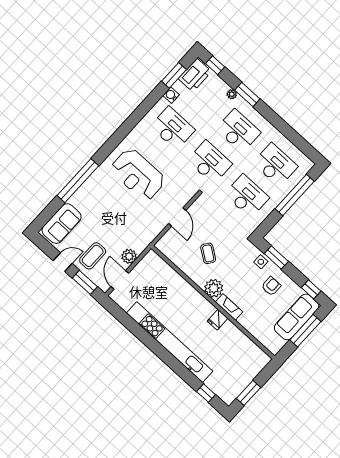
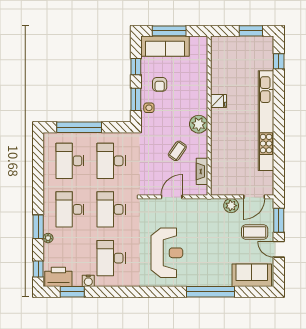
armchair: (271, 286) -> (160, 84), turned -90
window: (311, 289) -> (136, 67), moved
fireplace: (229, 307) -> (202, 171), moved

